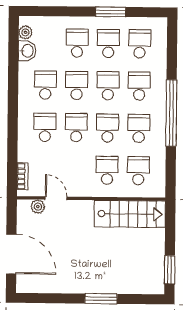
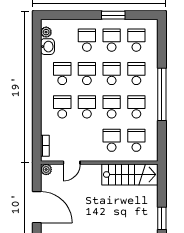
door: (56, 198) -> (72, 163), swing flipped
plant: (38, 207) -> (46, 169), moved

